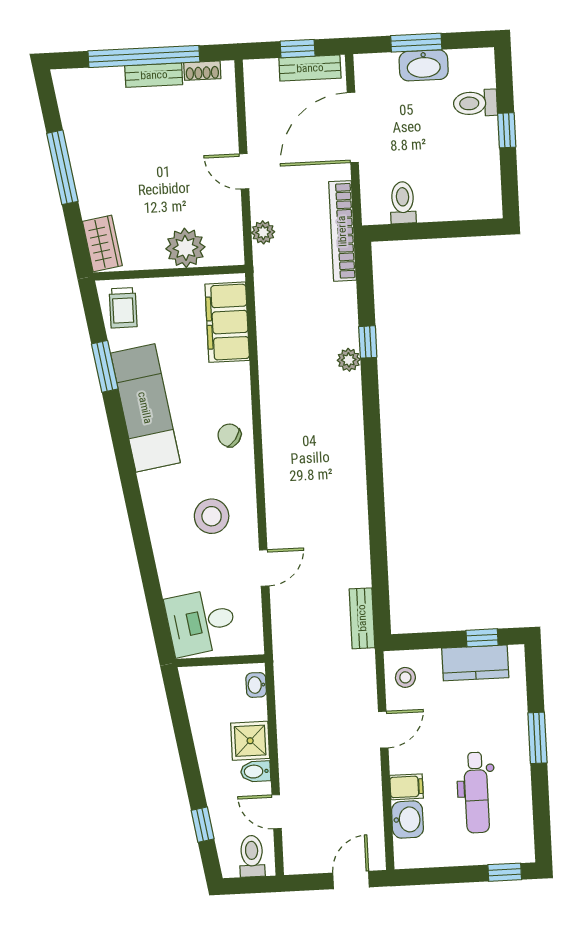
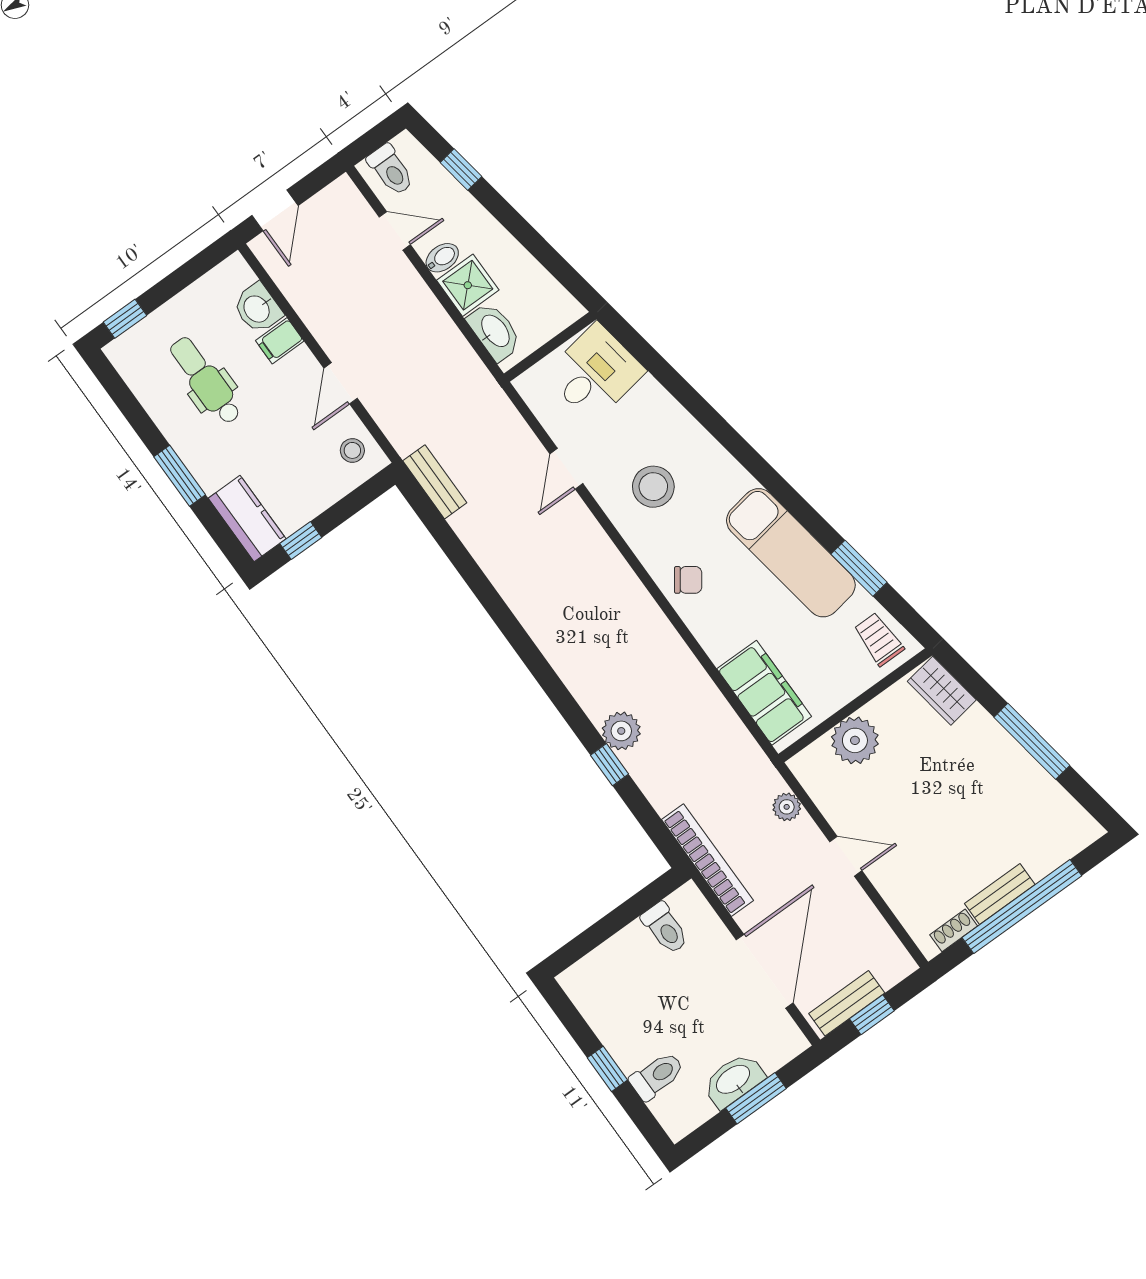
plant: (349, 360) -> (621, 731), width x1.38, depth x1.38
kitchen counter: (475, 663) -> (247, 518), moved, turned 90
washbasin: (256, 685) -> (495, 331), width x1.91, depth x1.45

